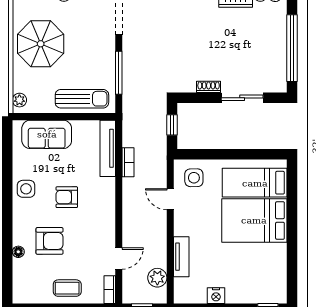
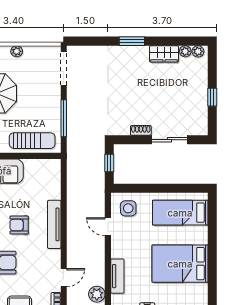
window: (292, 48) -> (212, 97), width x0.32
tv unit: (108, 148) -> (54, 224), moved
bookcase: (128, 162) -> (72, 195), removed
bed: (254, 220) -> (180, 264), moved

